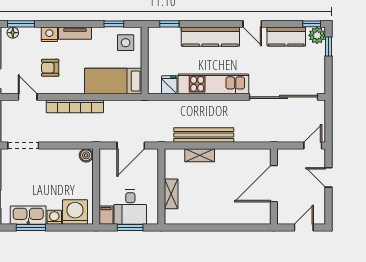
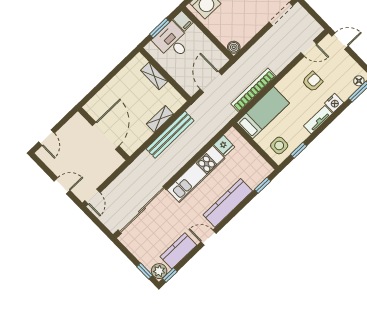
bookcase: (75, 106) -> (253, 90), moved
door: (274, 184) -> (106, 136), moved
wall: (274, 186) -> (104, 134), moved

